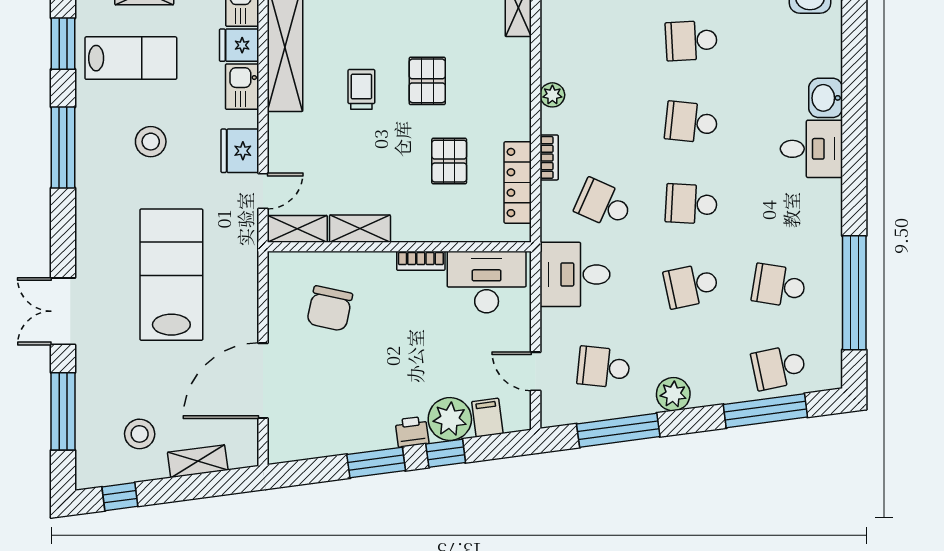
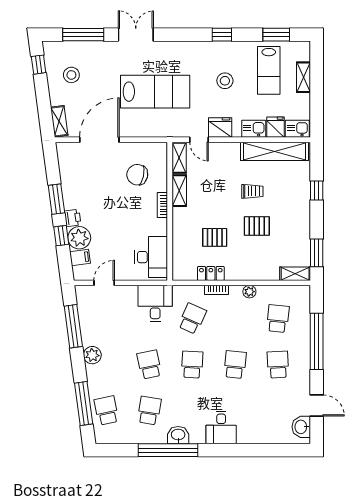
washbasin: (826, 98) -> (178, 435), moved
window: (63, 147) -> (222, 35), width x0.46
locker: (518, 182) -> (211, 273), width x0.66
bookcase: (421, 261) -> (162, 205), moved
window: (854, 293) -> (168, 450), moved
school desk: (604, 367) -> (278, 319), moved
door: (263, 381) -> (99, 140), hinge flipped
shelving: (198, 461) -> (59, 121), moved

